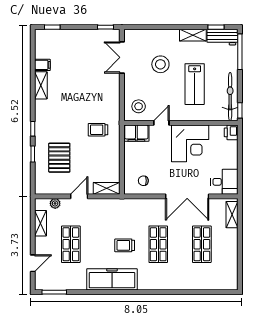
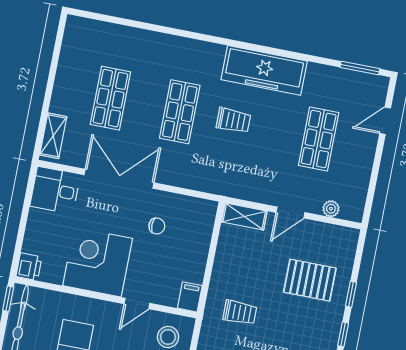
filing cabinet: (136, 133) -> (190, 297), width x0.50
pallet: (59, 158) -> (310, 280), turned 90
chair: (143, 181) -> (157, 226), moved
shelving: (41, 223) -> (360, 182), removed

